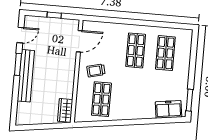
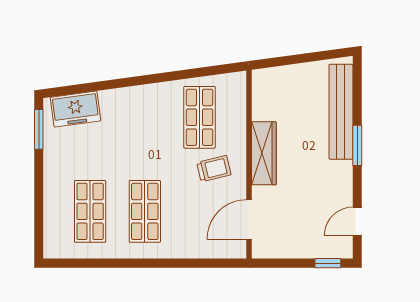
window: (54, 15) -> (328, 263), moved
window: (18, 64) -> (357, 145), moved
bench: (26, 76) -> (341, 112), moved
wardrobe: (65, 110) -> (264, 153), moved, width x1.50

